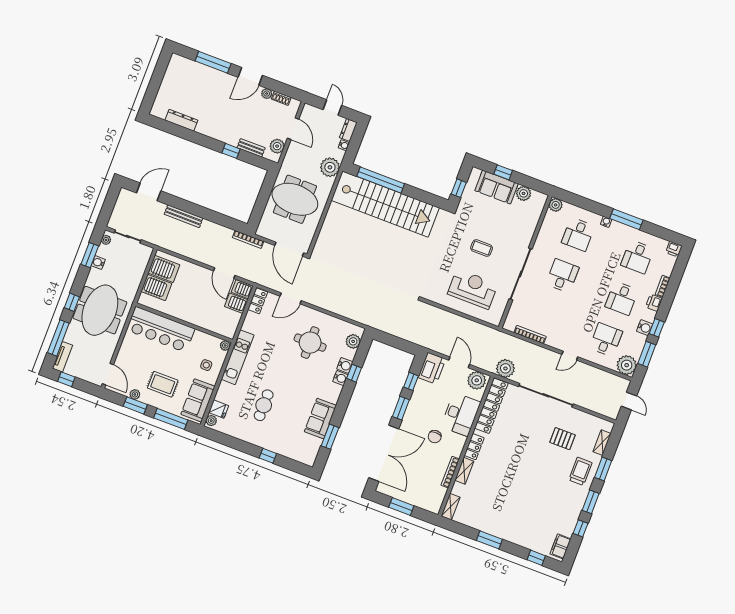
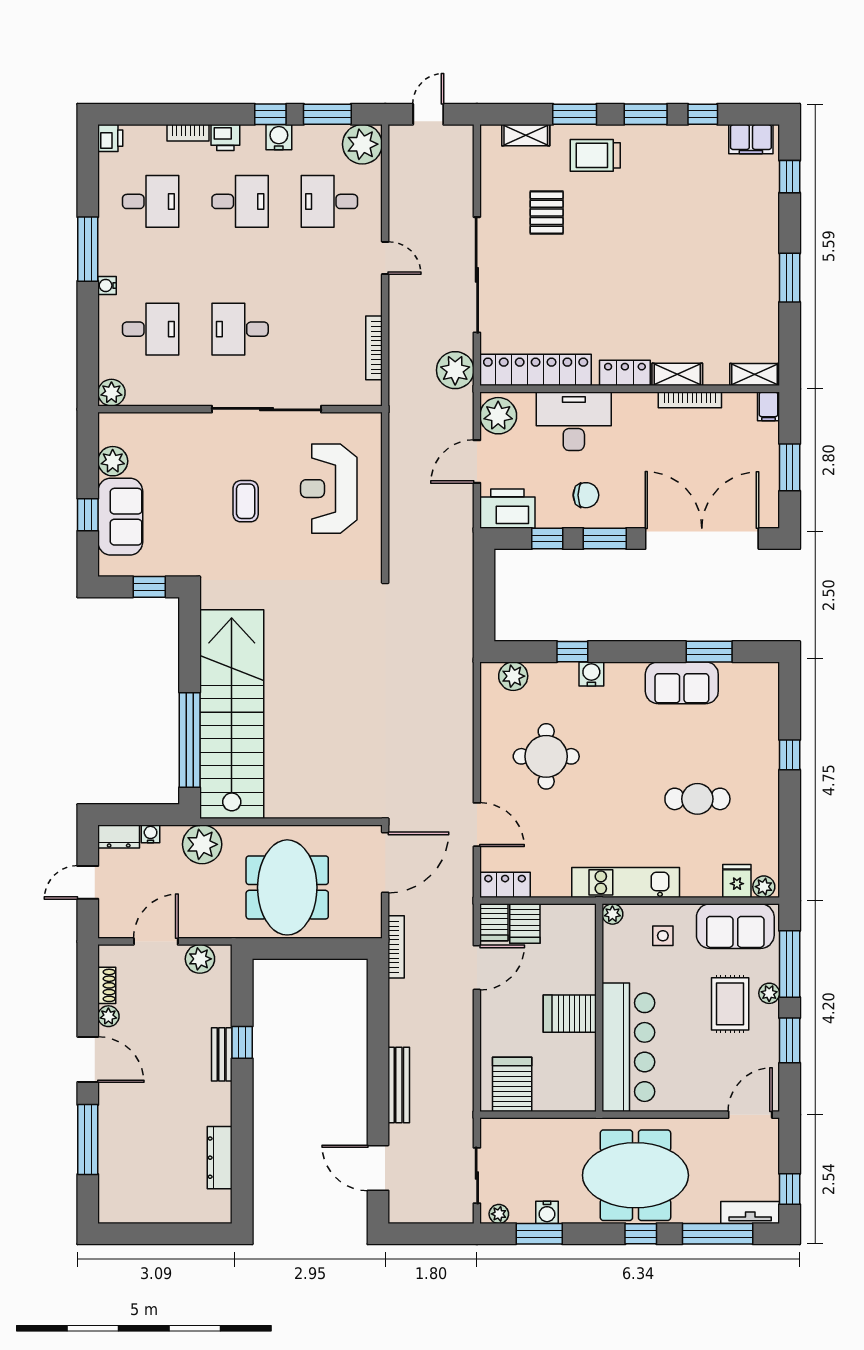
bench: (251, 148) -> (222, 1054), moved
server rack: (156, 287) -> (570, 1014), moved, turned -90
water cooler: (345, 365) -> (564, 675), removed
plant: (135, 394) -> (769, 993), moved
chair: (435, 437) -> (586, 495), moved
filing cabinet: (433, 507) -> (768, 406), added

